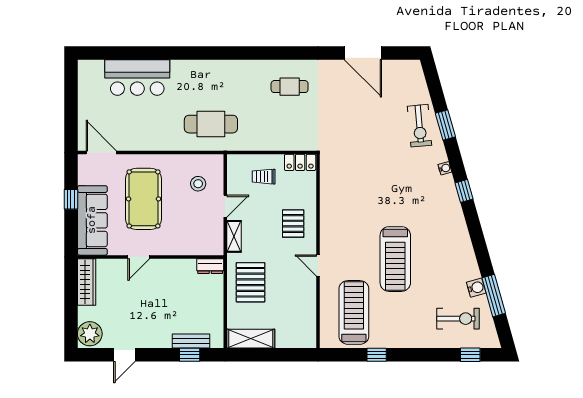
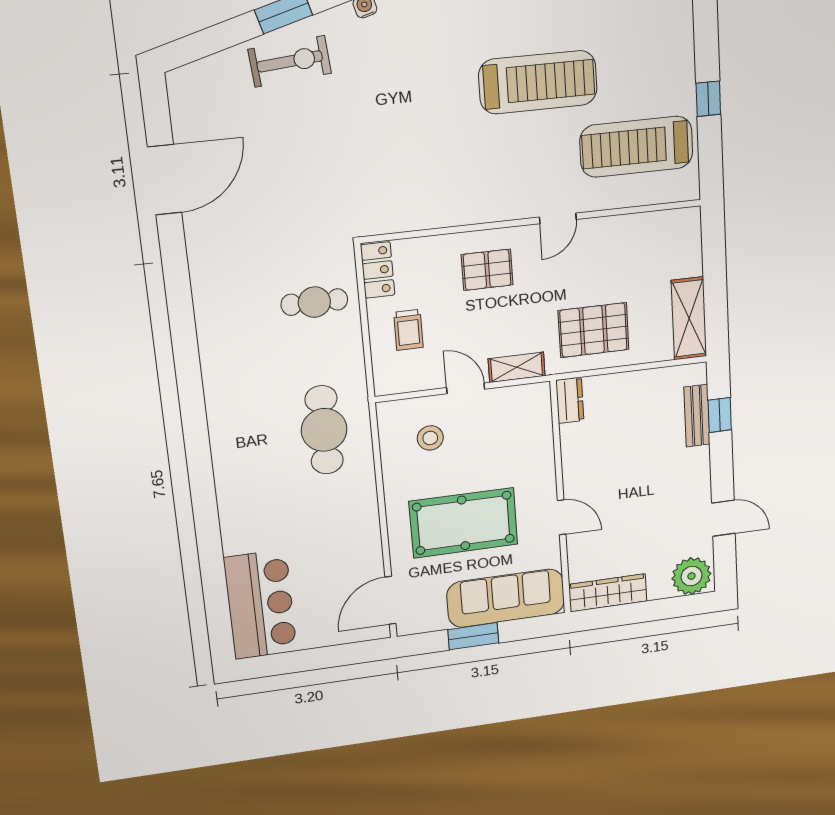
bar counter: (137, 77) -> (260, 605), moved
cafe table: (290, 87) -> (314, 302), moved, turned 90
window: (71, 199) -> (473, 636), width x1.50

